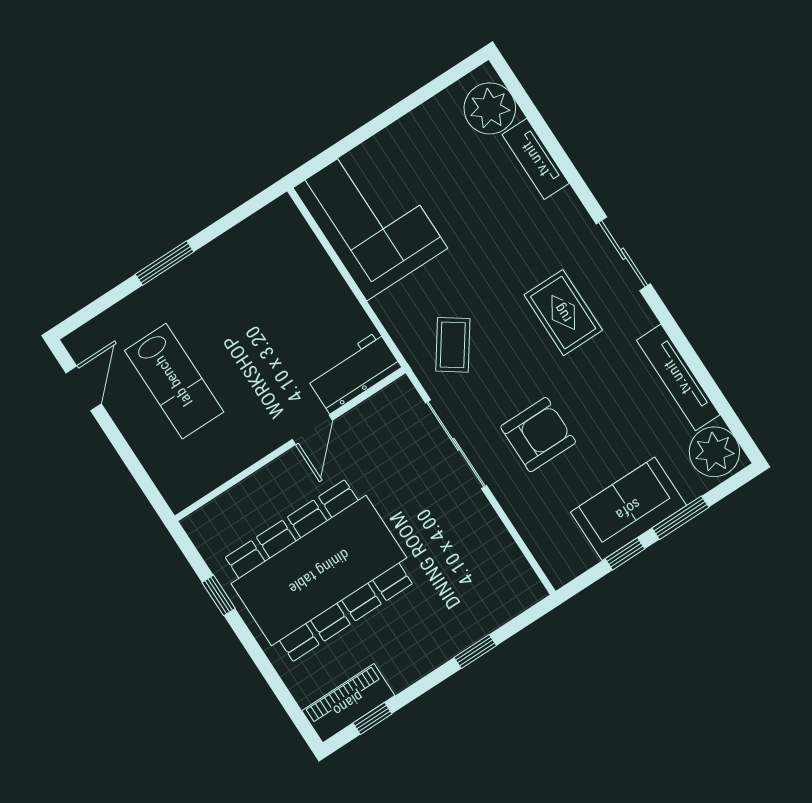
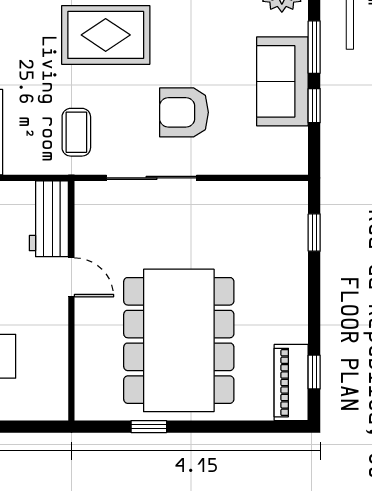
rug: (563, 313) -> (106, 35), width x1.36, depth x1.43
coffee table: (453, 345) -> (76, 132), turned 55
armchair: (538, 435) -> (184, 112), turned -90
window: (475, 651) -> (314, 233), moved

